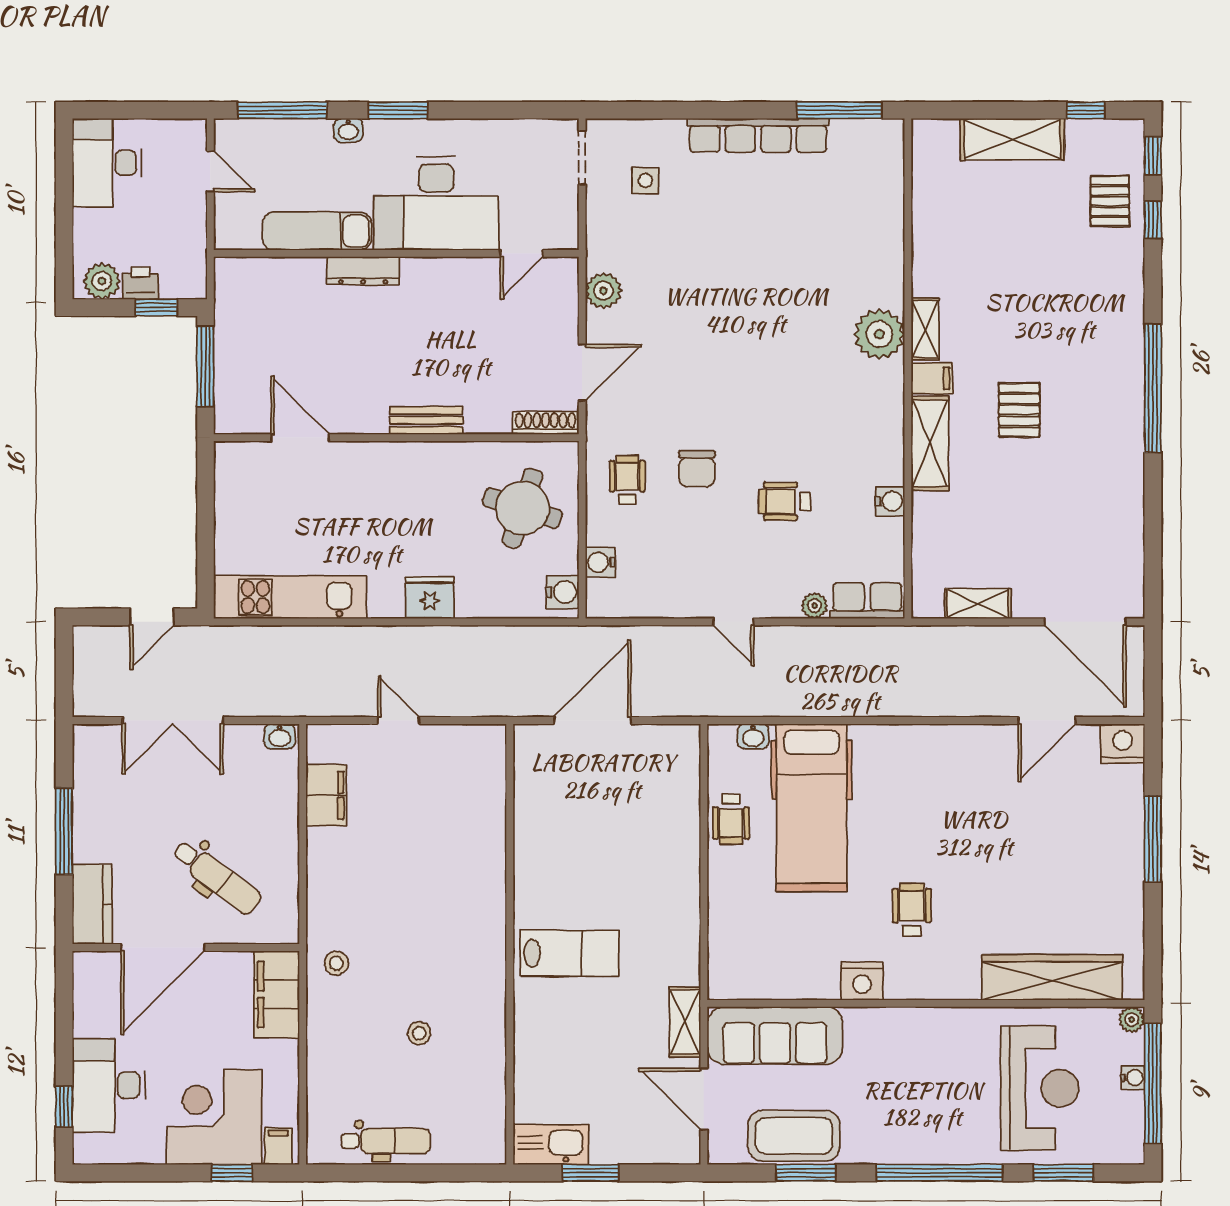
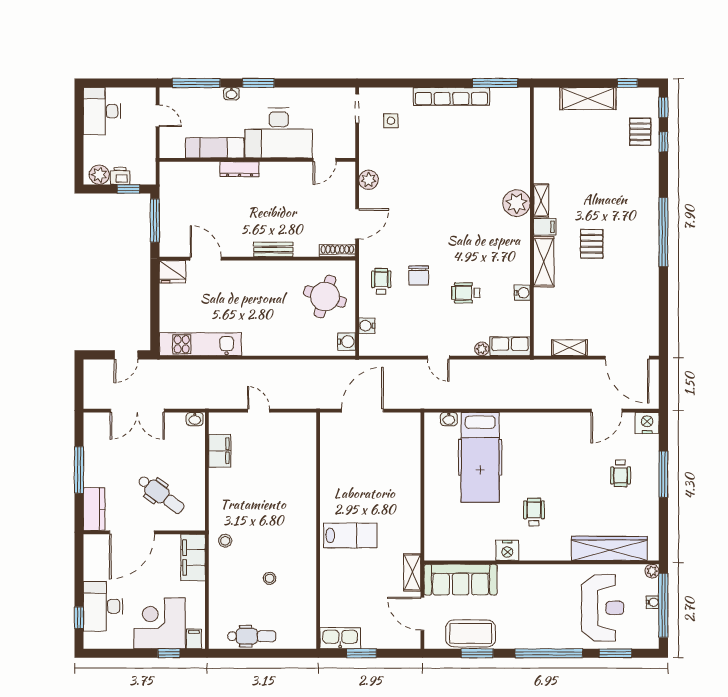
fridge: (430, 597) -> (172, 272), moved, turned 180
wheelchair: (731, 819) -> (621, 473), moved

